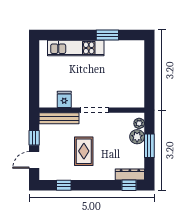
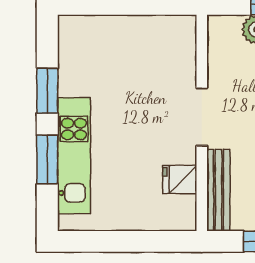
window: (74, 35) -> (47, 160), added
plant: (139, 123) -> (229, 25), removed

